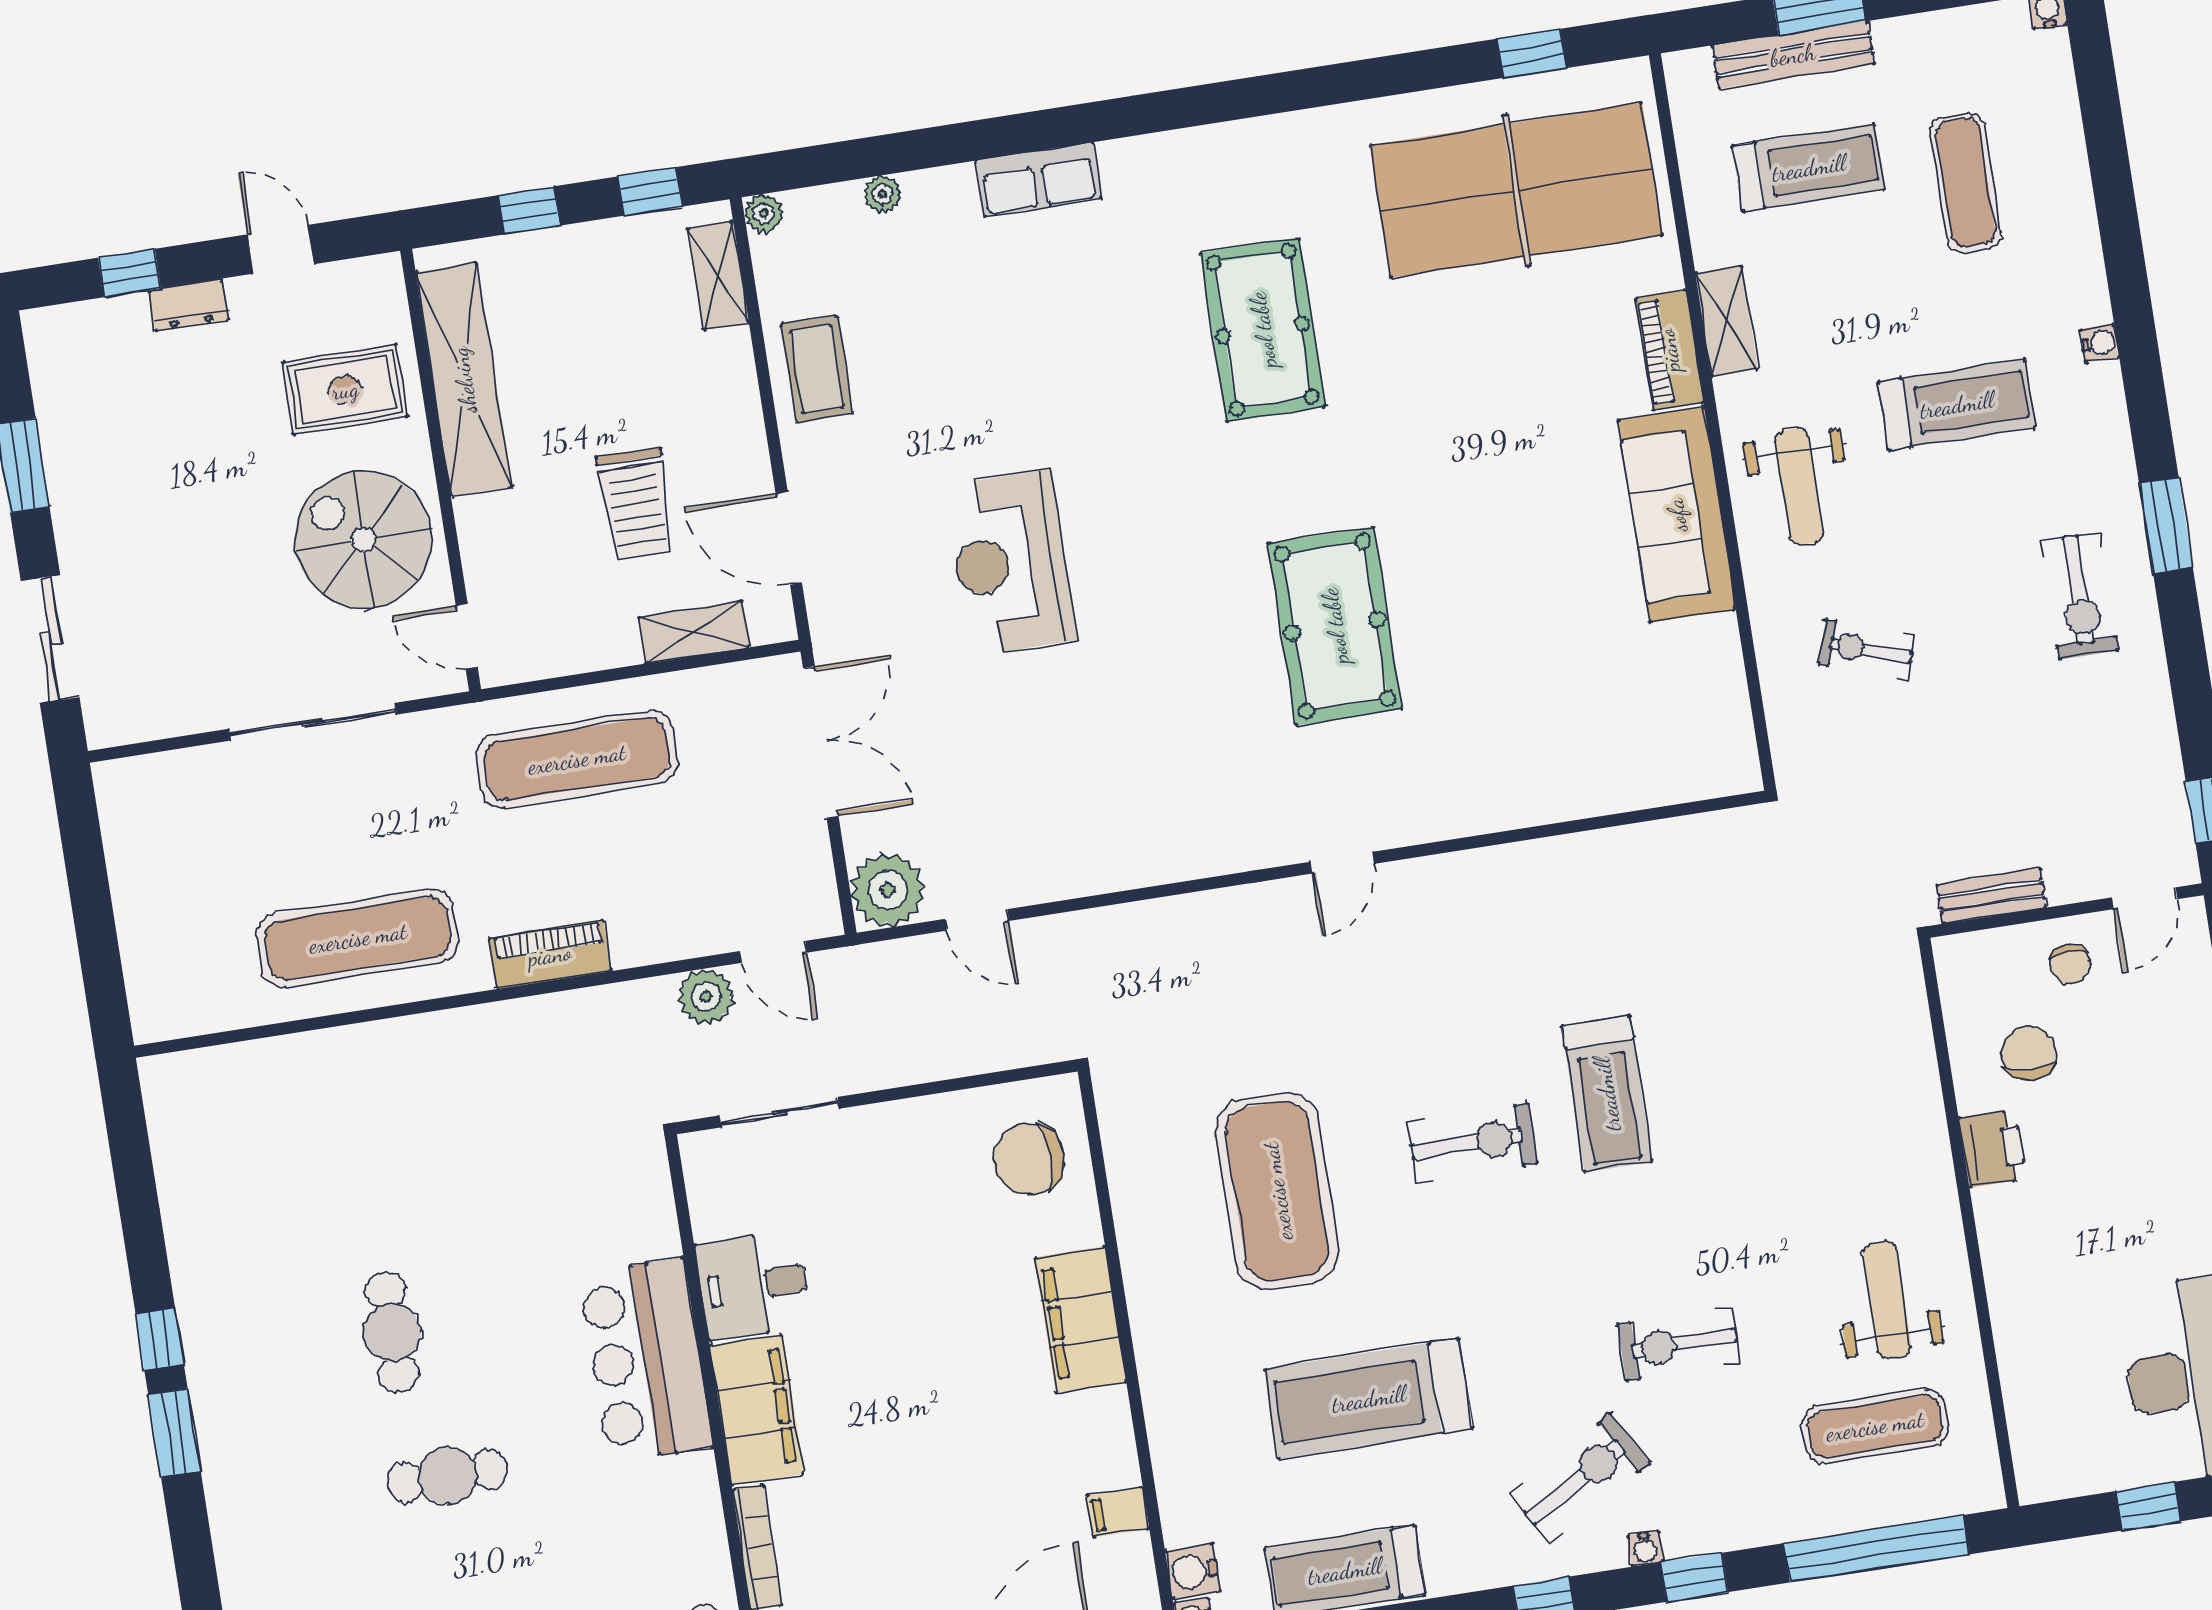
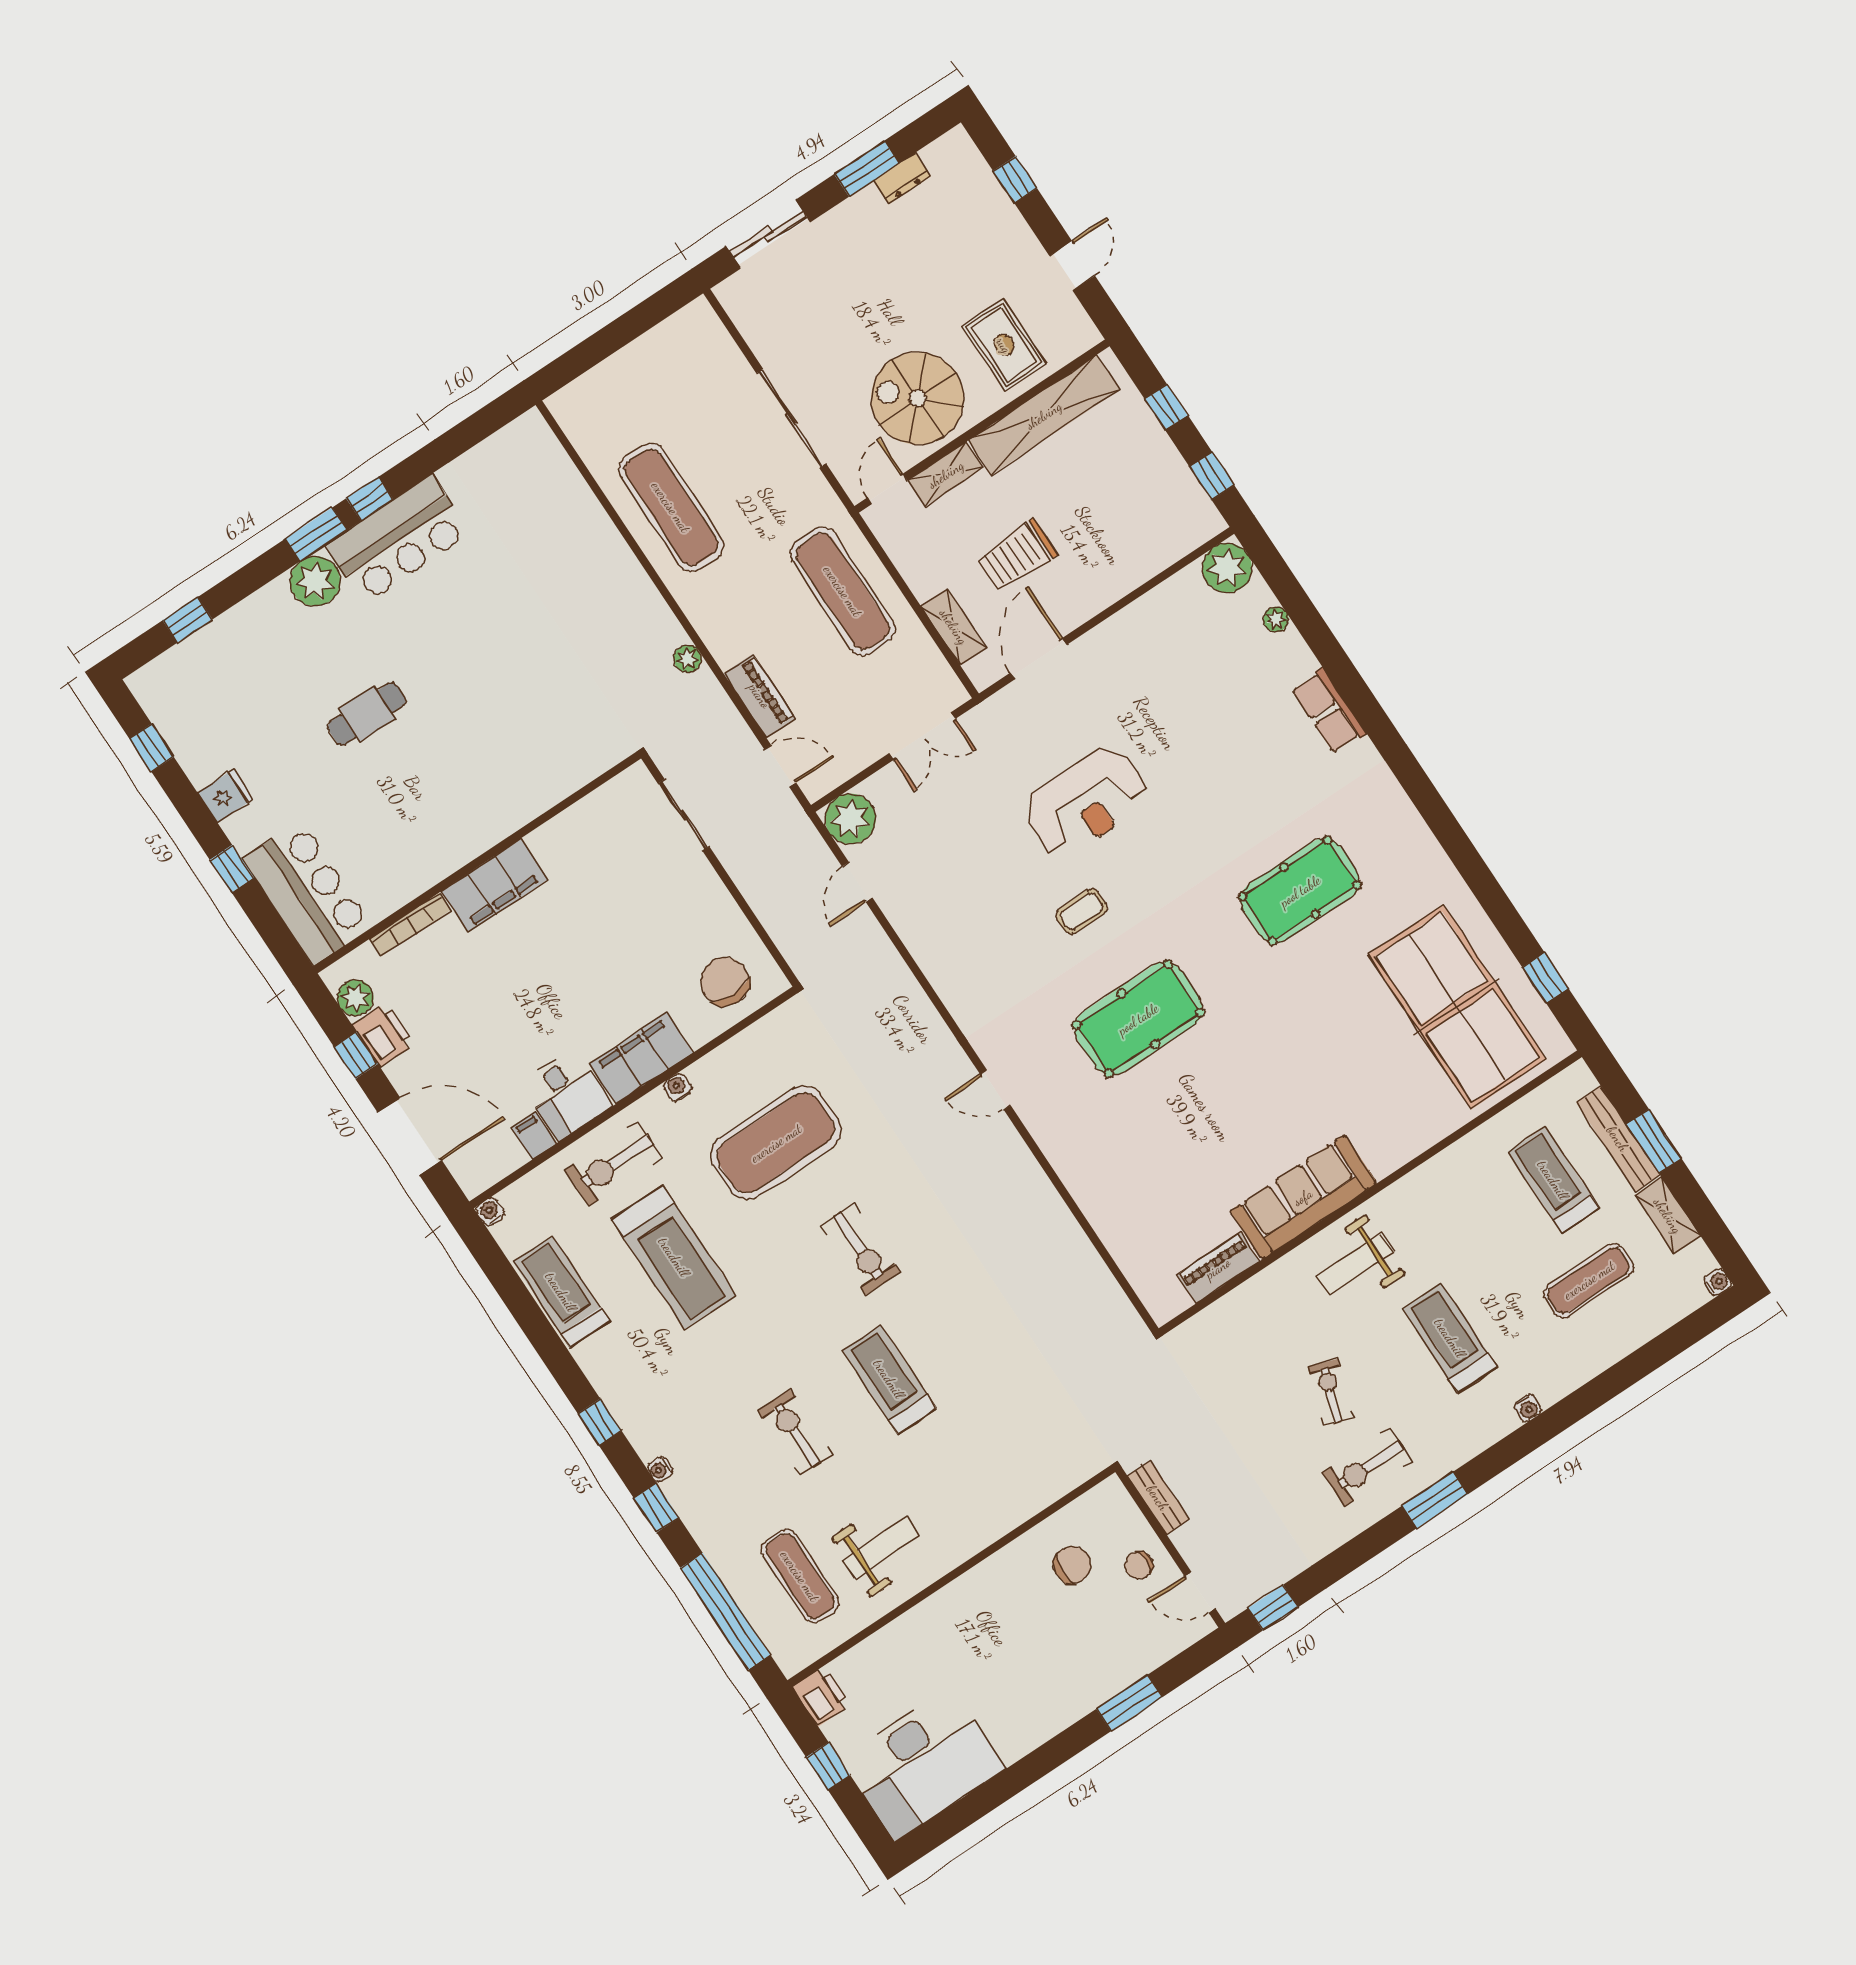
treadmill: (1809, 168) -> (1553, 1180), turned 180
plant: (764, 214) -> (1227, 568), width x1.88, depth x1.88
shelving: (718, 276) -> (946, 474), moved
dresser: (189, 305) -> (902, 179), moved, turned -90
shelving: (1727, 321) -> (1668, 1216), moved, turned 90
piano: (1669, 350) -> (1218, 1268), moved
coffee table: (817, 369) -> (1082, 911), moved, width x0.73, depth x0.77
treadmill: (1957, 405) -> (1450, 1338), turned 180
spiral stairs: (363, 540) -> (917, 398), turned -90
reception desk: (1010, 563) -> (1086, 802), turned 180
exercise bike: (1867, 650) -> (1330, 1392), moved
double door: (821, 742) -> (922, 736), width x0.73
door: (773, 952) -> (780, 766), swing flipped
piano: (550, 955) -> (760, 696), moved
plant: (706, 997) -> (688, 659), moved, width x0.73, depth x0.73
treadmill: (1607, 1094) -> (889, 1379), moved, turned 90
printer: (1993, 1148) -> (821, 1696), moved, turned -90
desk: (754, 1285) -> (567, 1094), moved, turned 180
cafe table: (392, 1332) -> (439, 640), removed
bar counter: (646, 1360) -> (398, 539), moved, turned 180
treadmill: (1369, 1399) -> (674, 1257), turned 180
plant: (237, 1463) -> (315, 581), added
cafe table: (447, 1476) -> (367, 714), turned 90
exercise bike: (1580, 1478) -> (614, 1164), moved, turned 120
water cooler: (1193, 1571) -> (677, 1087), moved, width x0.72, depth x0.72

